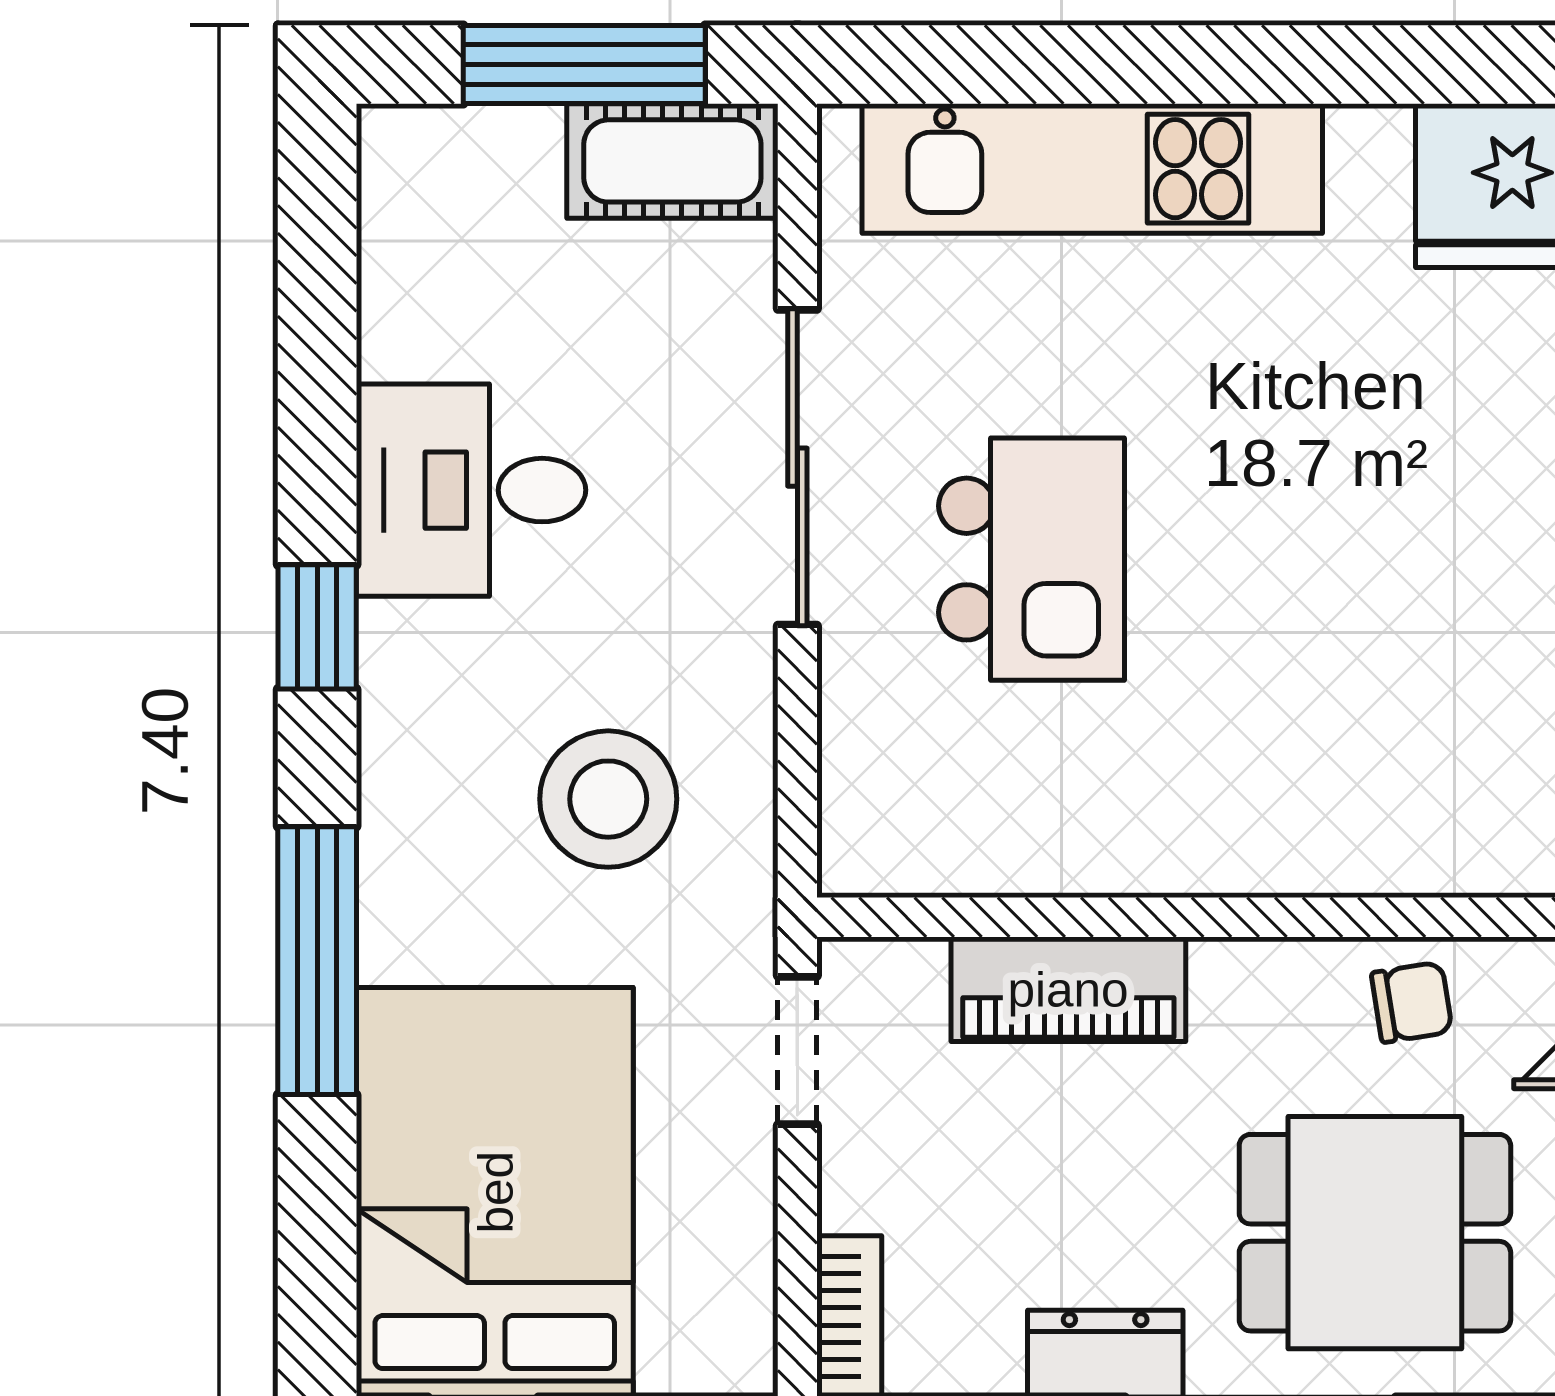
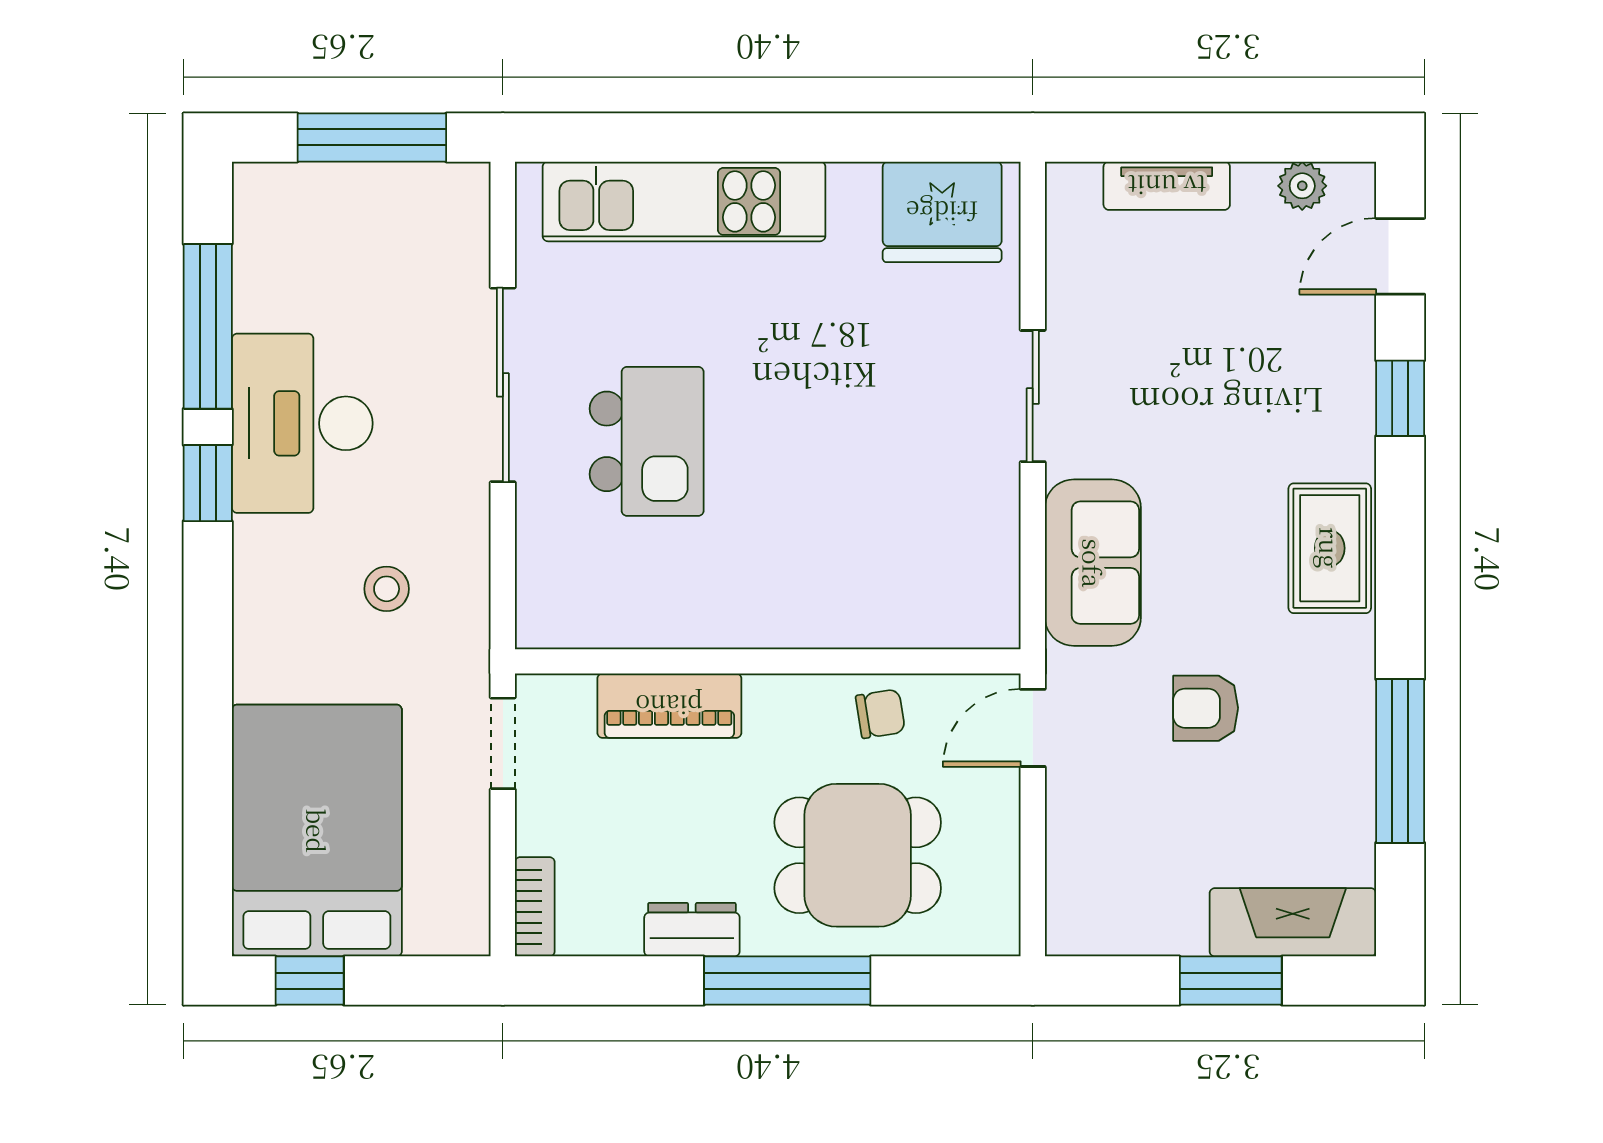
cot: (672, 161) -> (426, 197), removed
desk: (471, 490) -> (302, 423), width x1.37
stool: (608, 799) -> (387, 589), width x0.53, depth x0.53
window: (317, 961) -> (208, 326), moved

